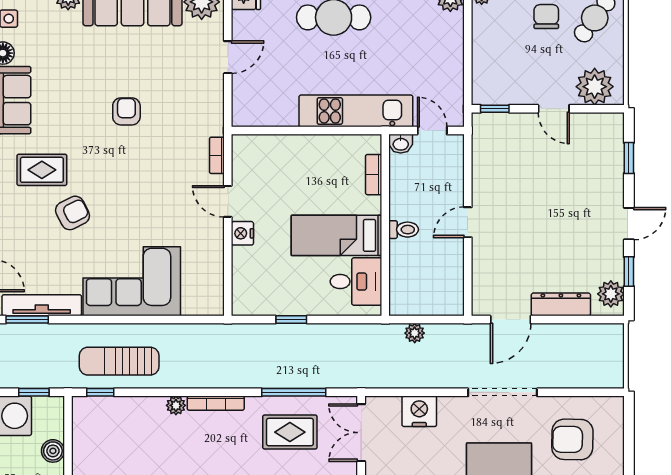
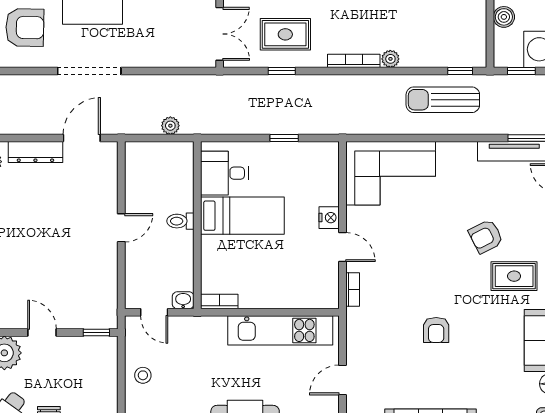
stool: (444, 62) -> (143, 375), added
kitchen unit: (356, 111) -> (280, 330), moved
bookcase: (374, 175) -> (219, 301), moved, turned -90
corner sofa: (132, 281) -> (391, 173), moved
sun lounger: (119, 361) -> (443, 100), turned 180
window: (294, 392) -> (282, 71), width x0.46
nightstand: (419, 411) -> (166, 53), removed

